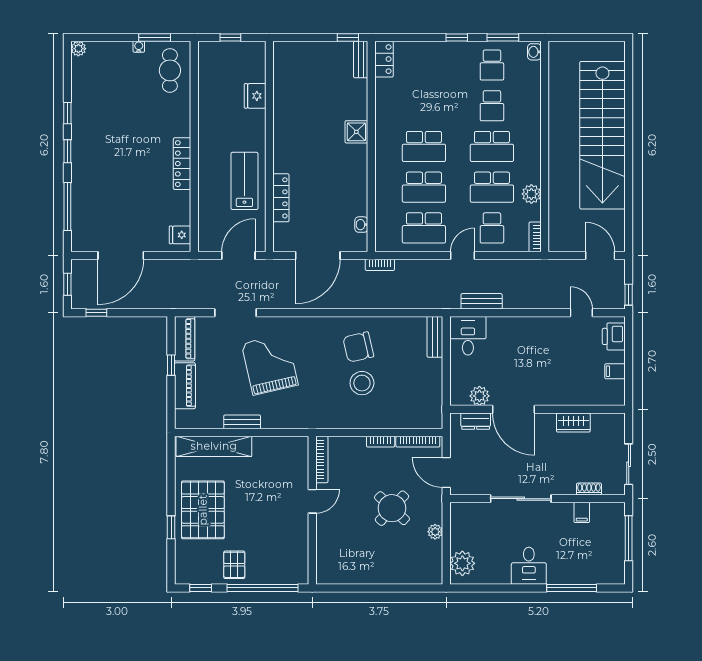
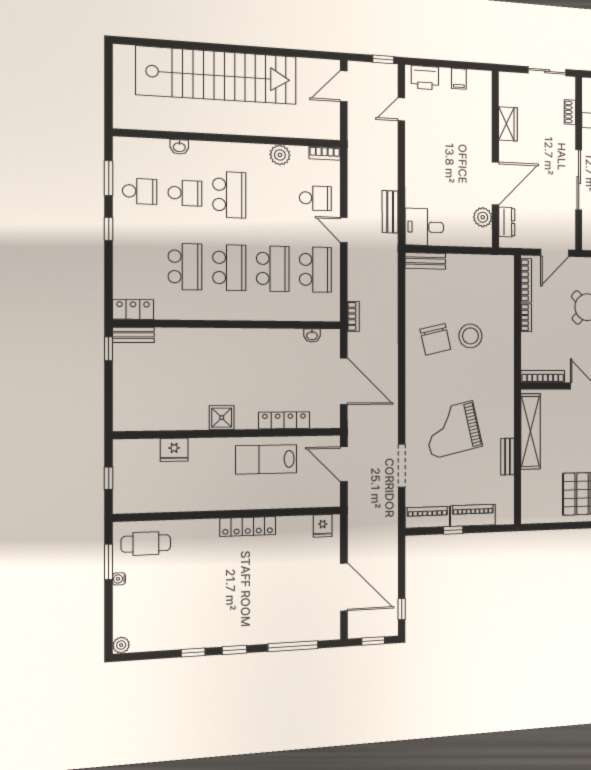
washbasin: (534, 52) -> (179, 147), moved
shower: (356, 132) -> (222, 418), moved
school desk: (492, 187) -> (185, 267), moved
shelving: (214, 446) -> (531, 431), moved

